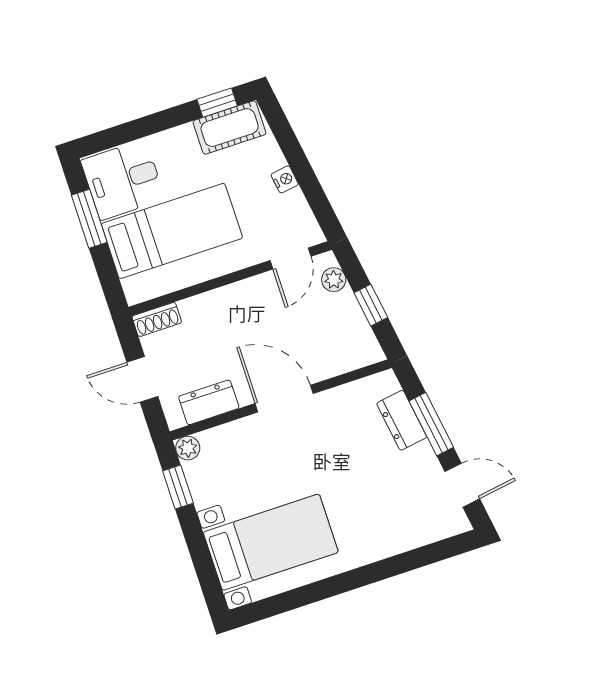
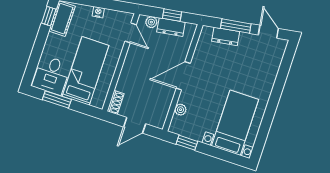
dresser: (209, 402) -> (171, 27), moved, turned -99
plant: (188, 448) -> (180, 110), moved
door: (462, 485) -> (268, 32), hinge flipped

